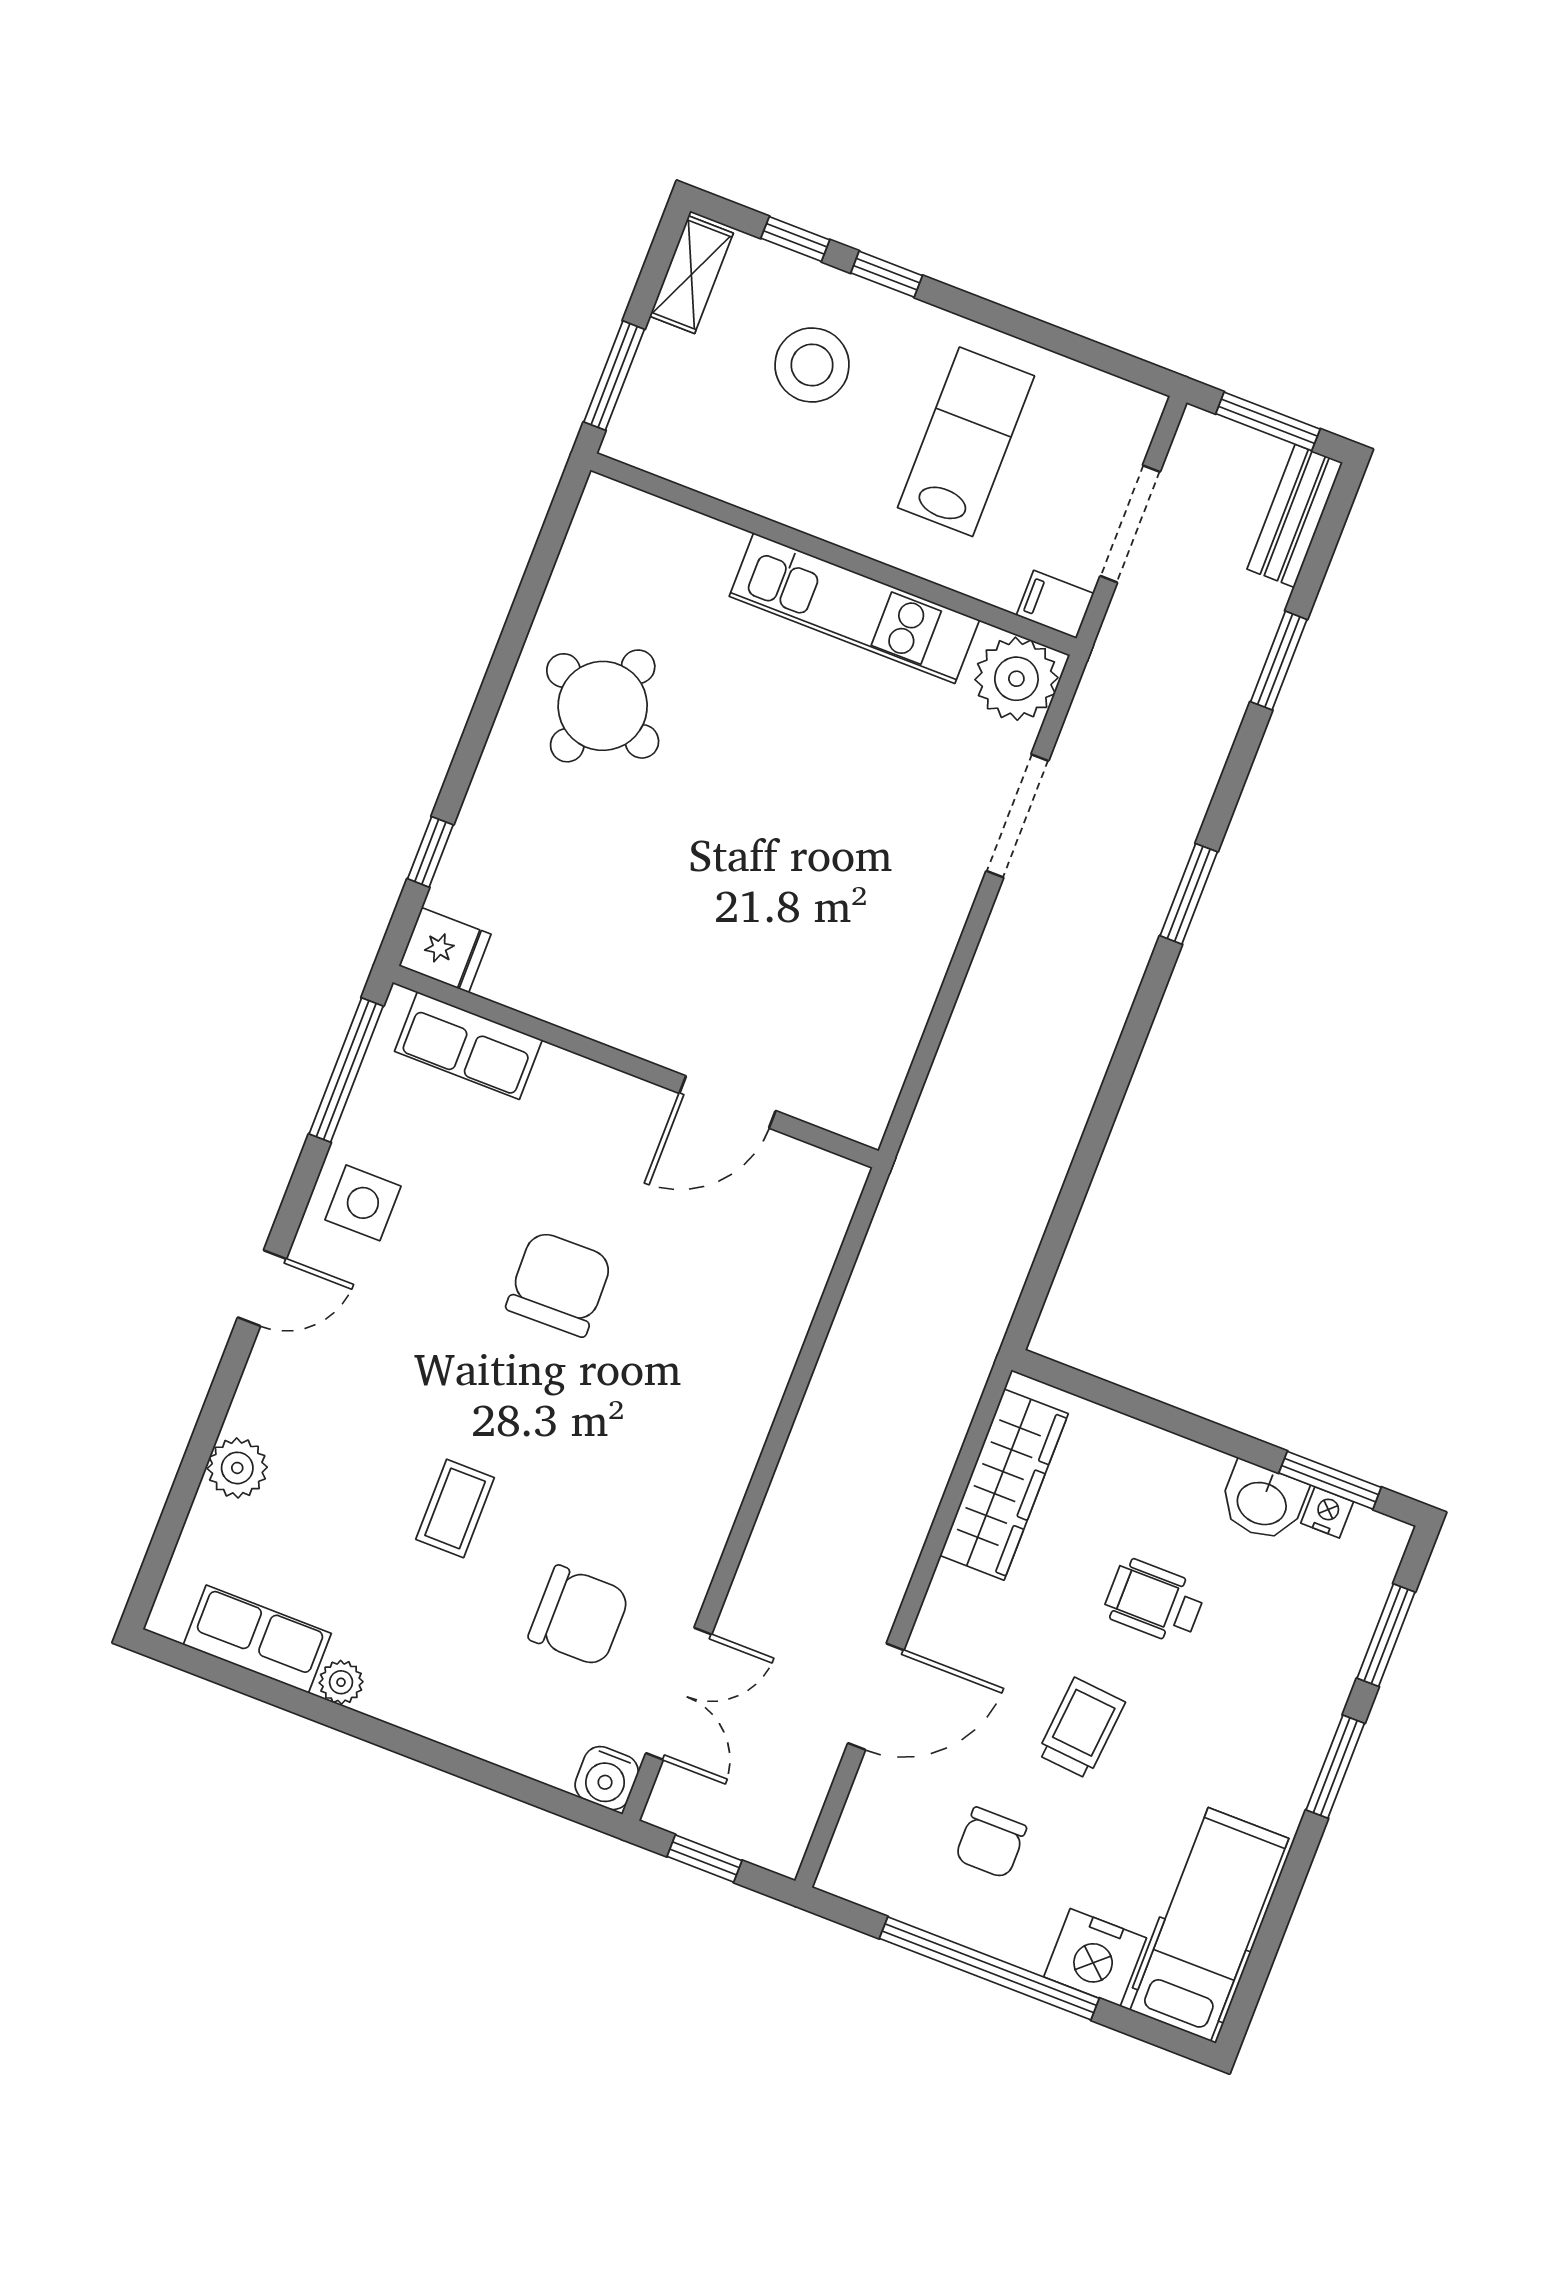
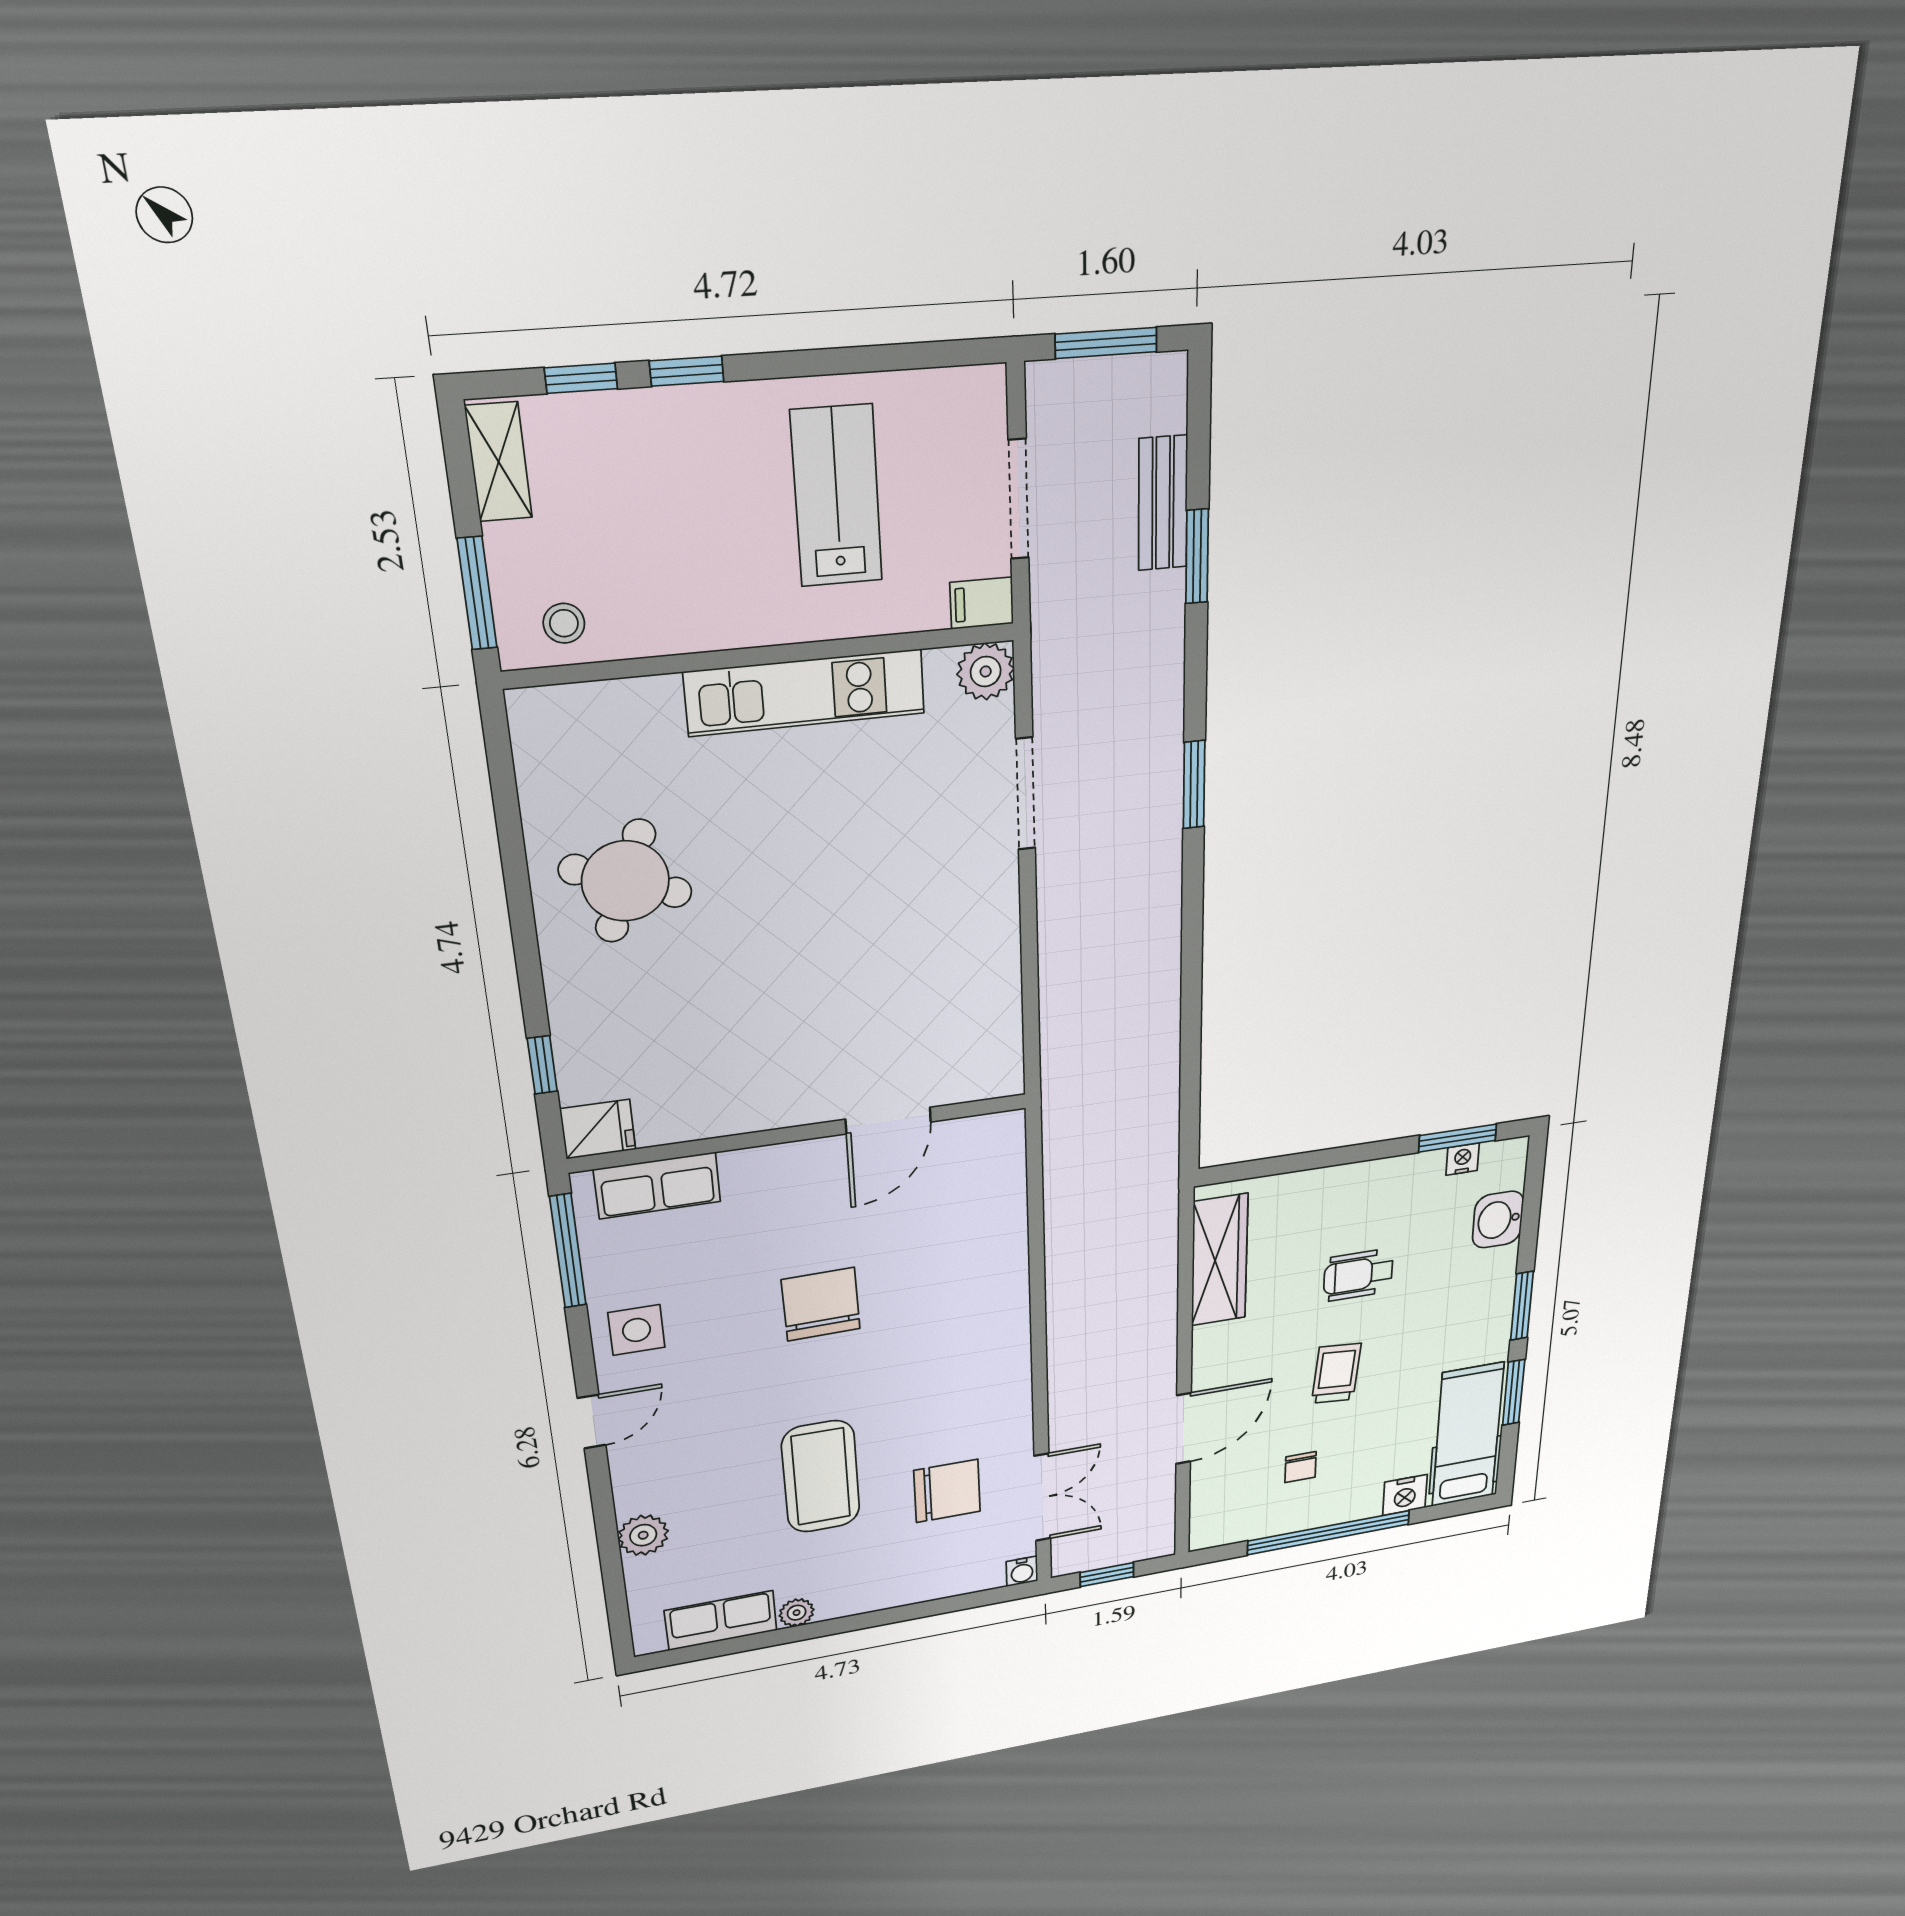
stool: (812, 365) -> (564, 623), moved, width x0.53, depth x0.53
bench: (1295, 516) -> (1163, 503), moved
plant: (1016, 679) -> (986, 671), width x0.73, depth x0.73
washbasin: (1262, 1502) -> (1498, 1220), moved, turned 90
coffee table: (455, 1508) -> (821, 1477), width x1.86, depth x1.72
window: (1386, 1635) -> (1514, 1392), moved
water cooler: (607, 1778) -> (1022, 1571), width x0.72, depth x0.72
chair: (991, 1843) -> (1300, 1467), width x0.73, depth x0.73
nightstand: (1095, 1957) -> (1405, 1495), width x0.74, depth x0.75

